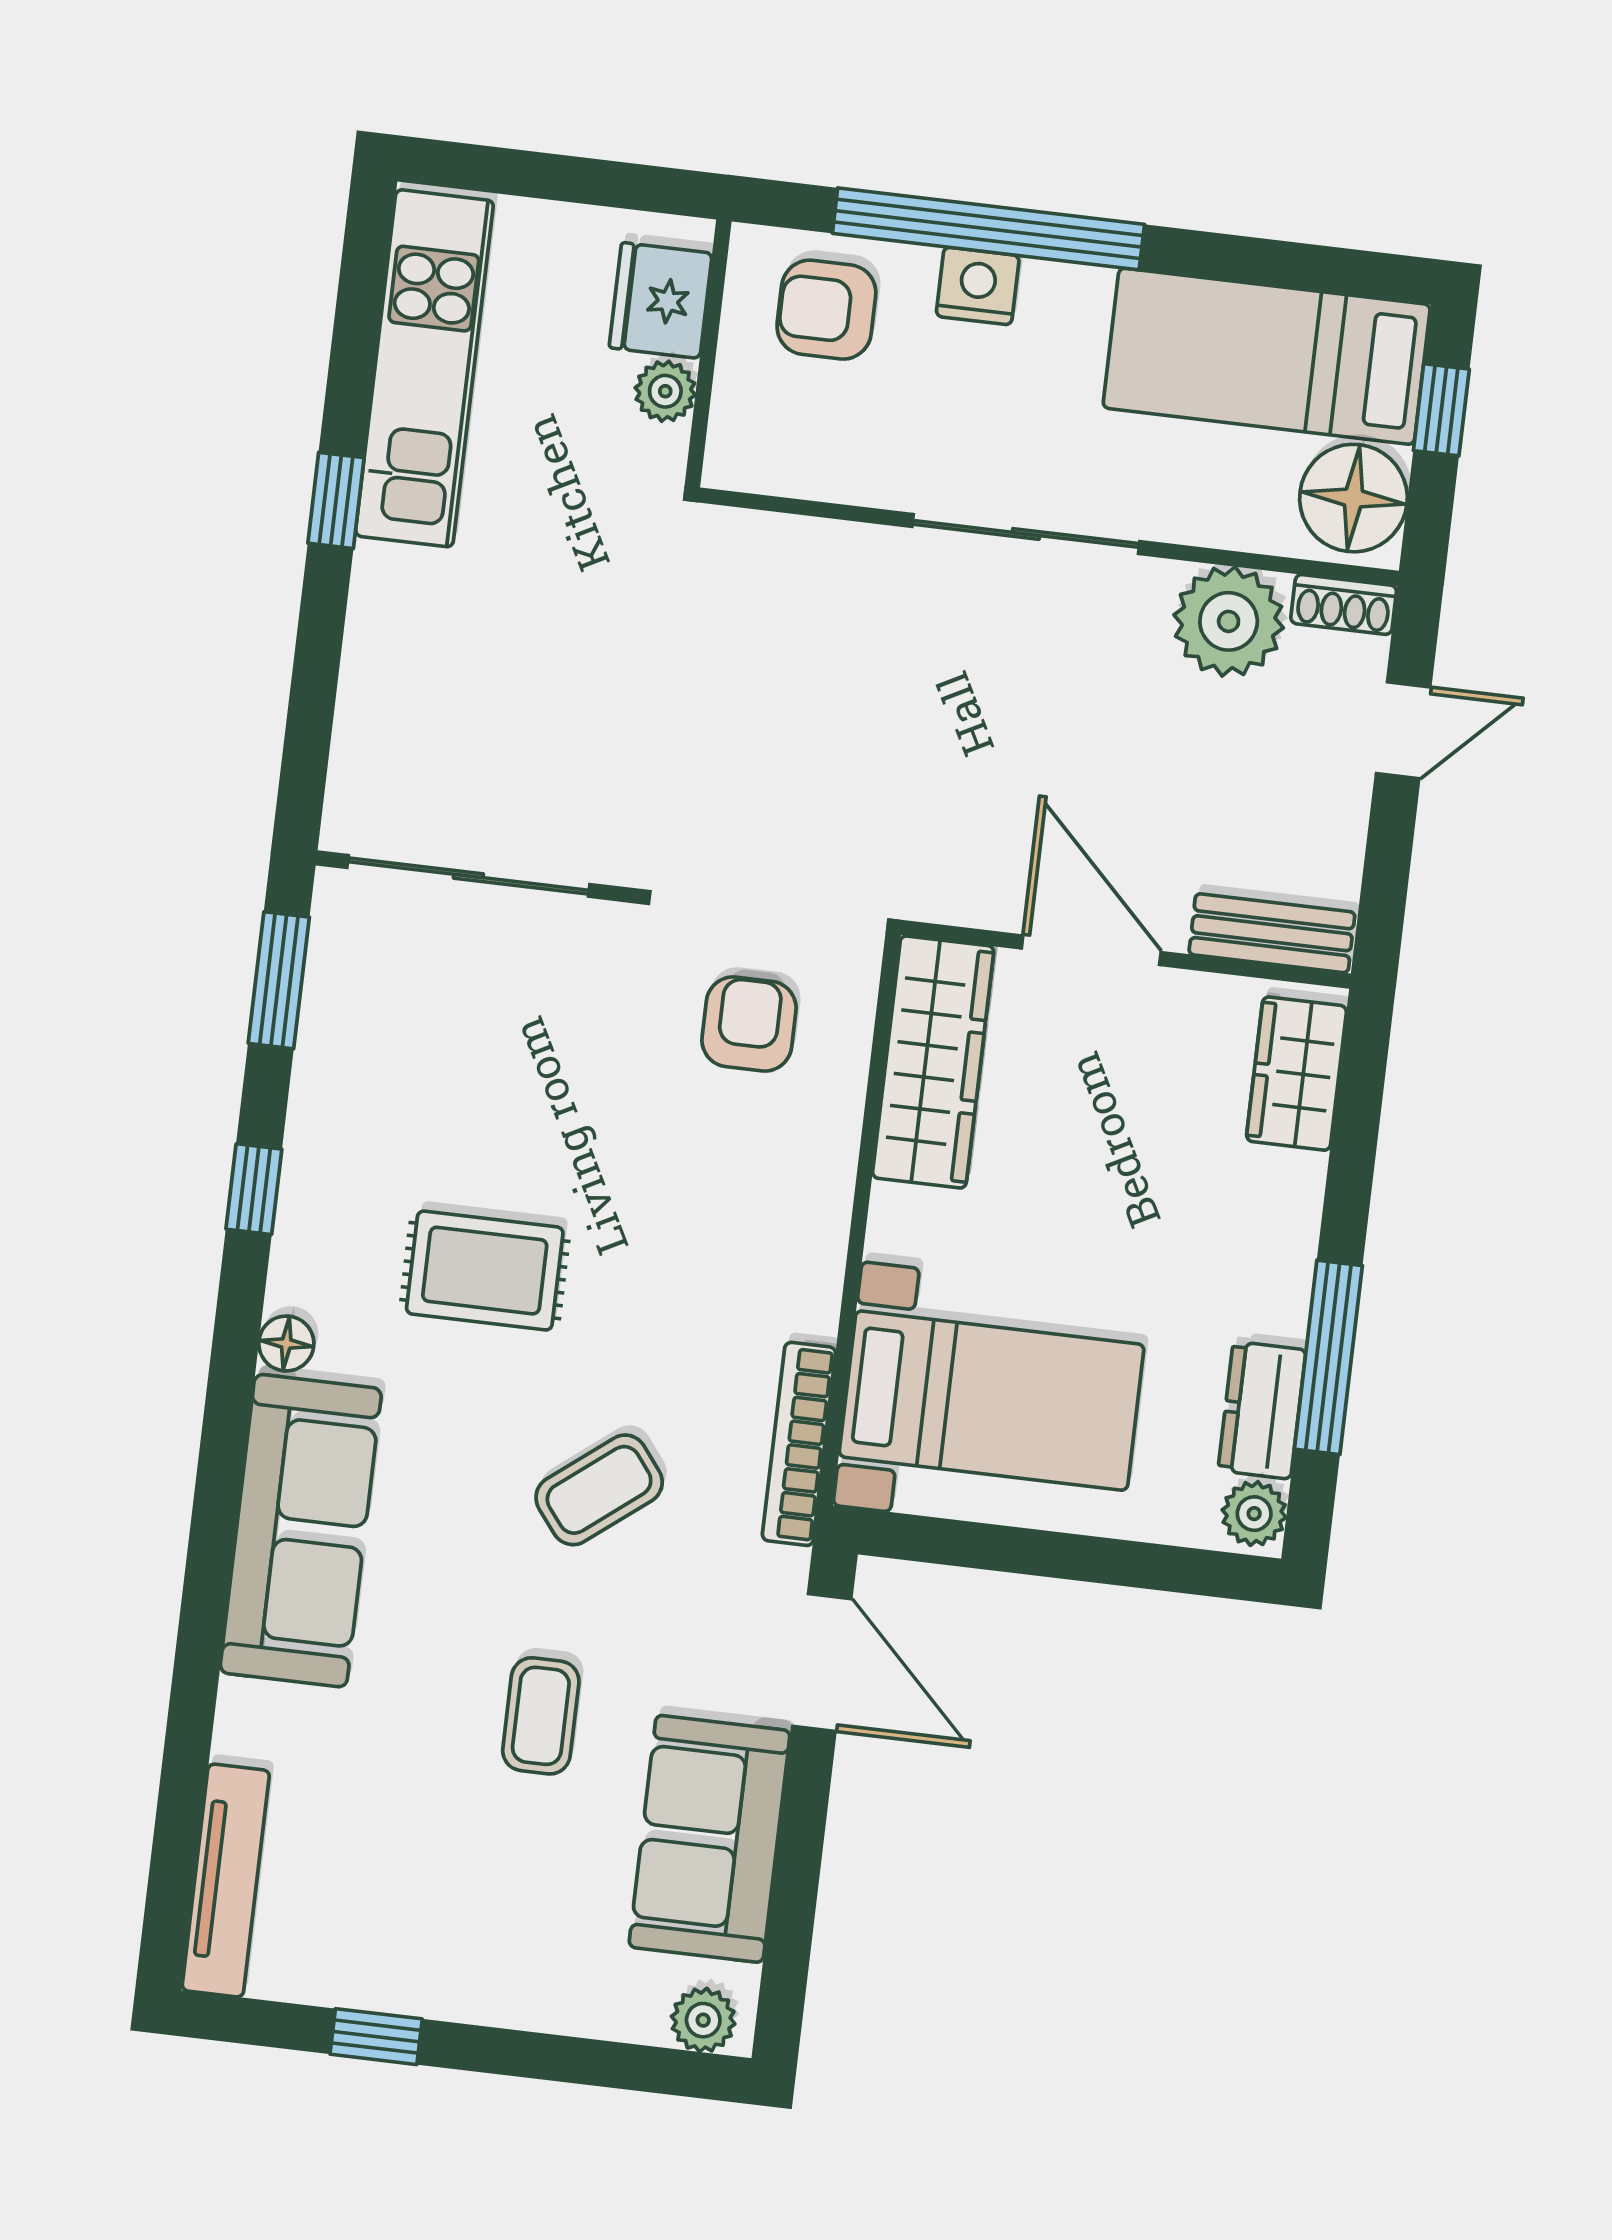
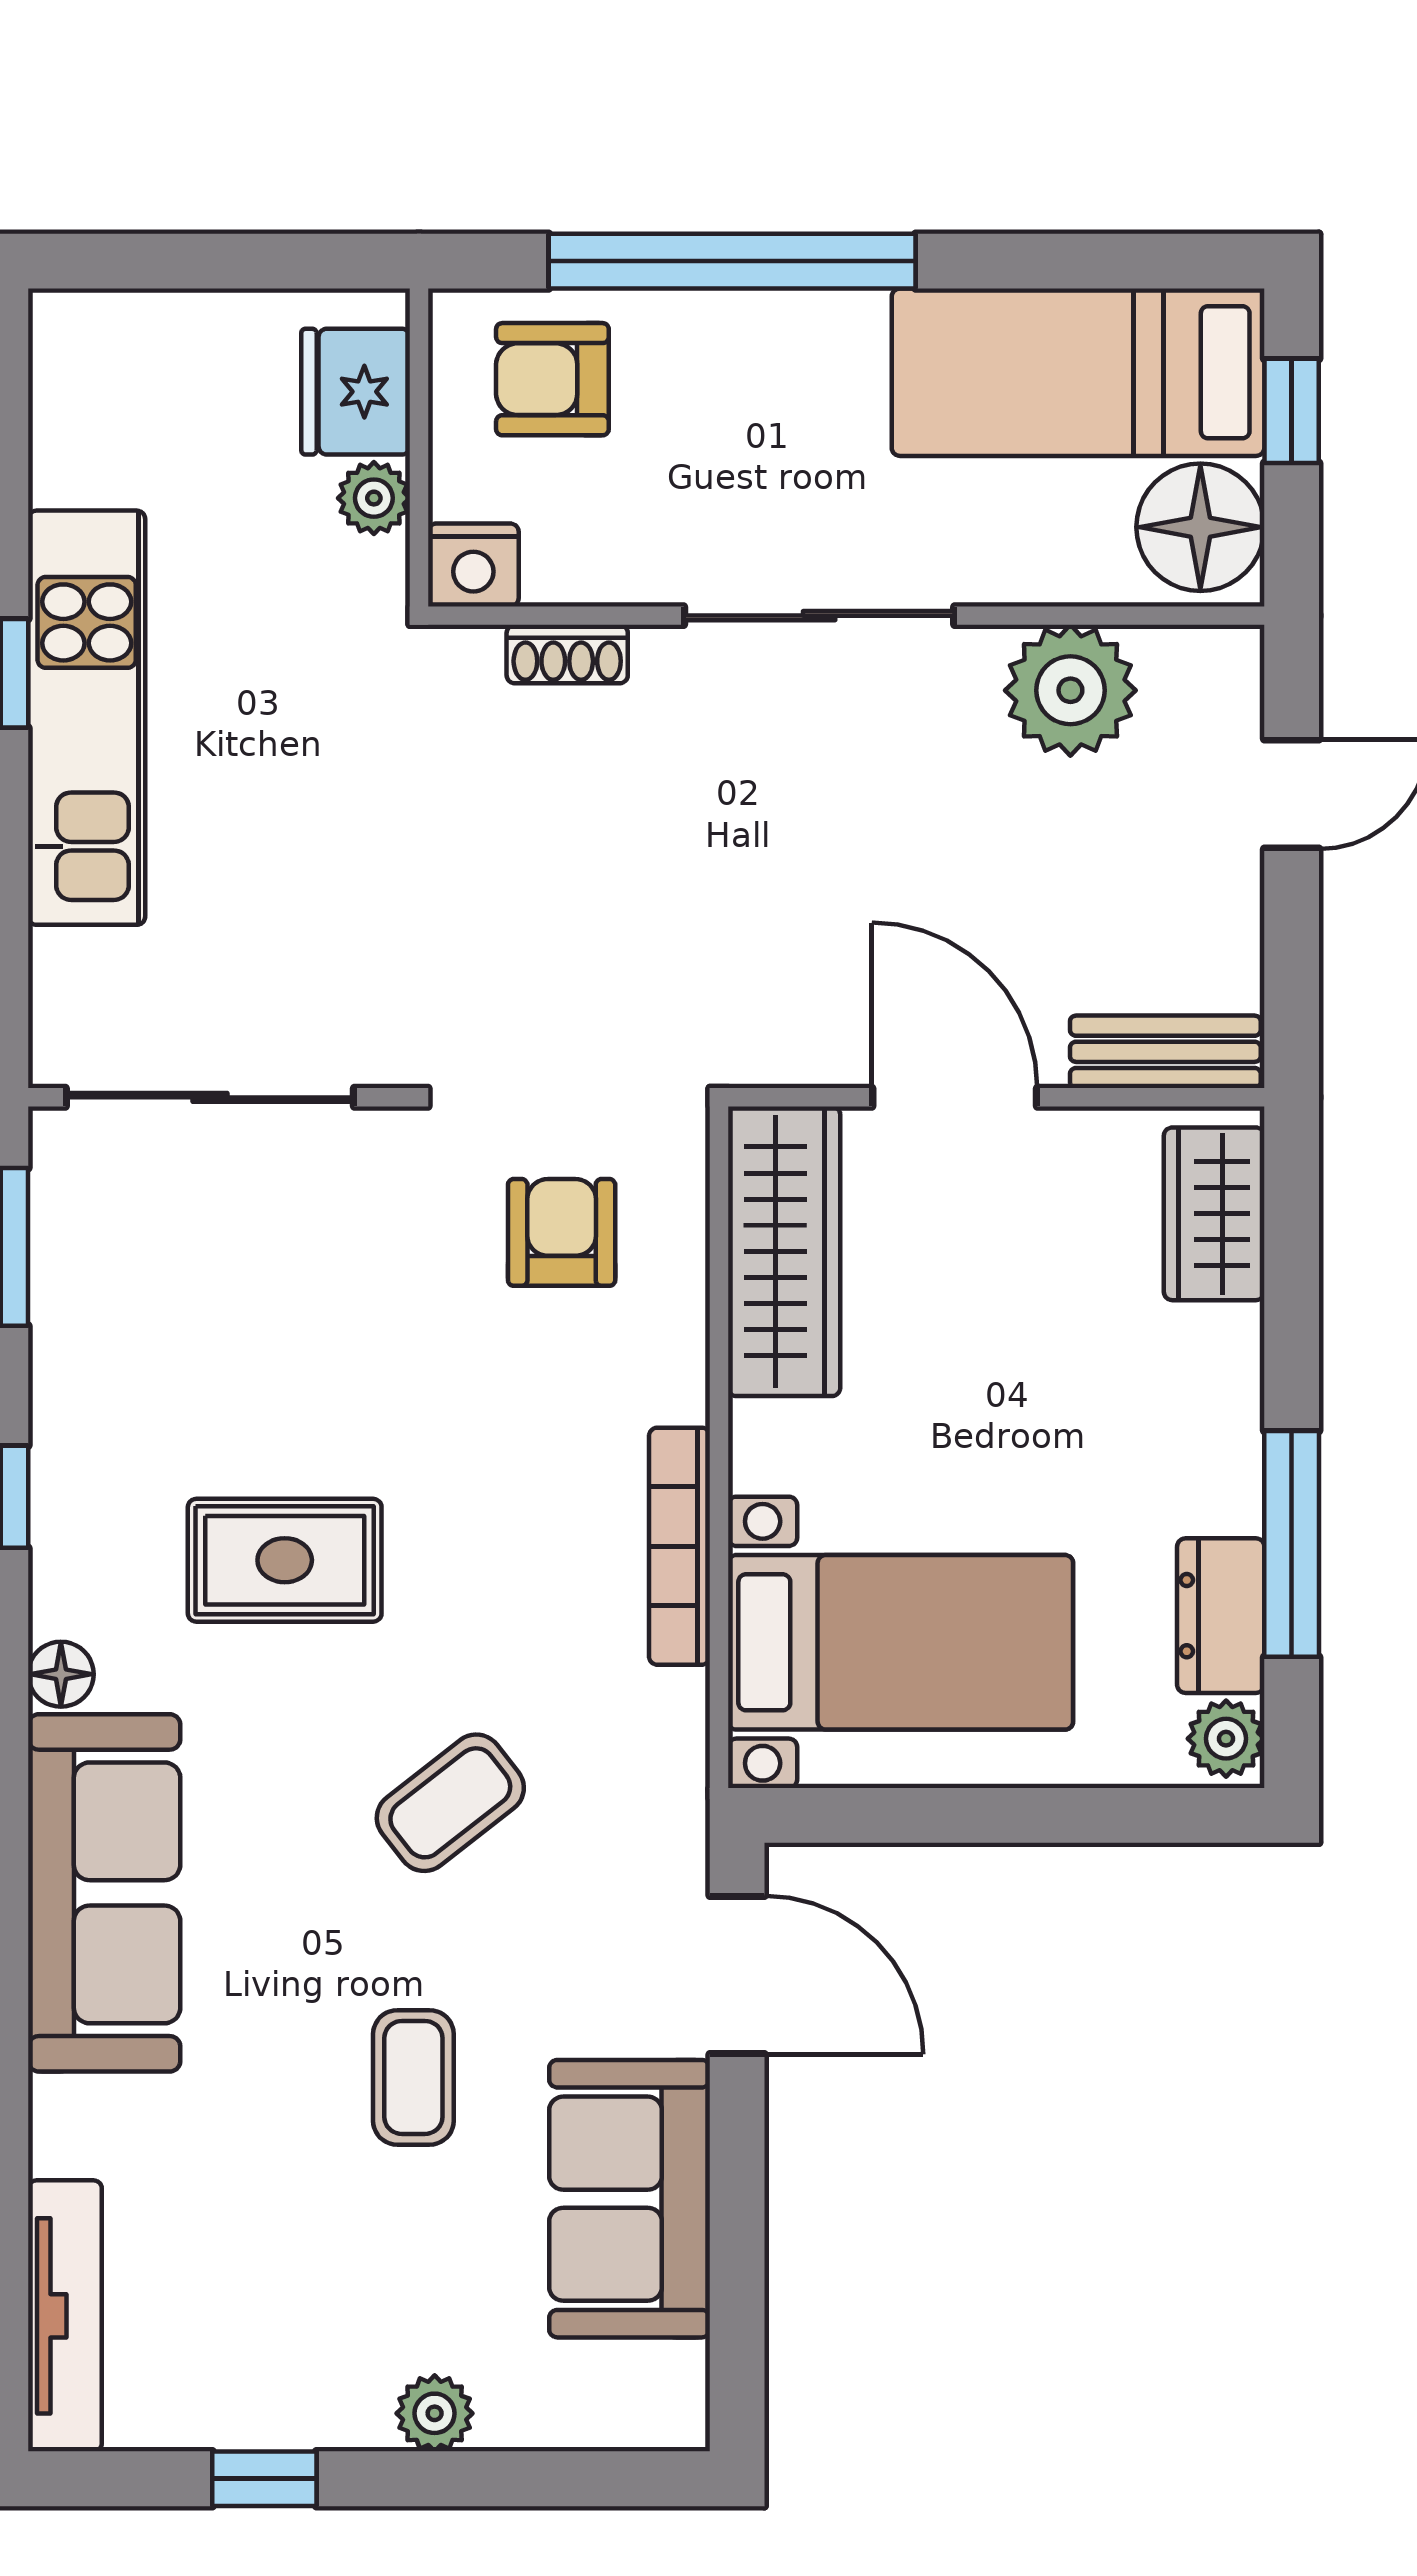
nightstand: (978, 286) -> (473, 565), moved, turned 180
kitchen unit: (424, 368) -> (87, 718), moved
shoe rack: (1344, 604) -> (567, 654), moved
bookcase: (799, 1444) -> (680, 1546), moved
plant: (703, 2020) -> (435, 2413), moved

